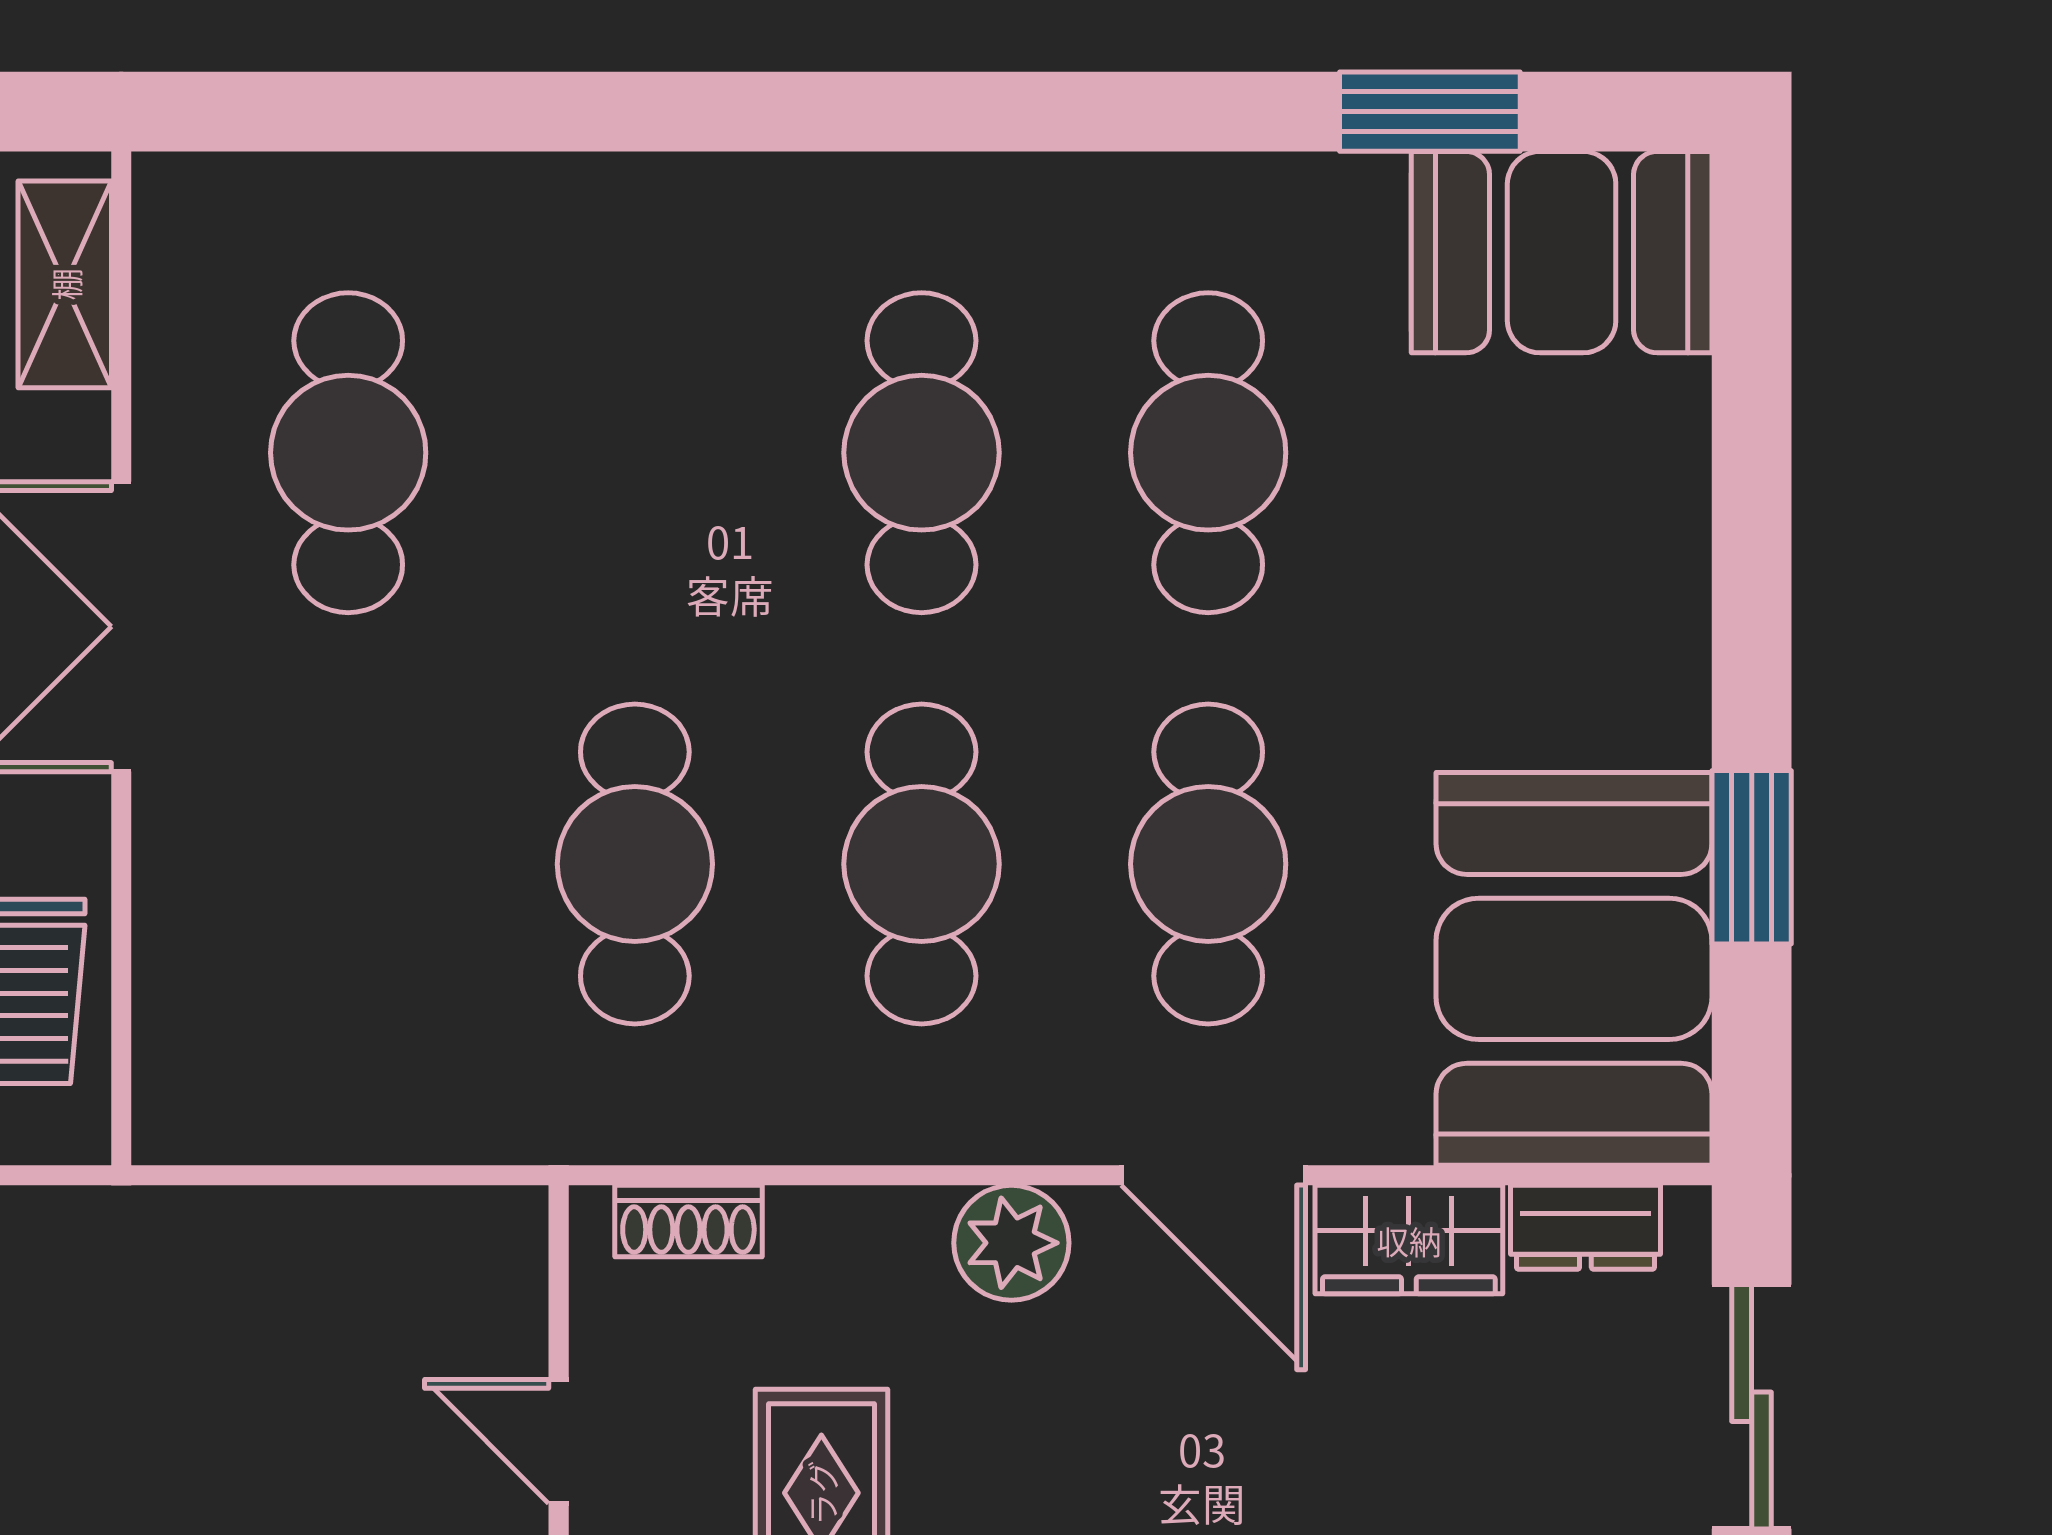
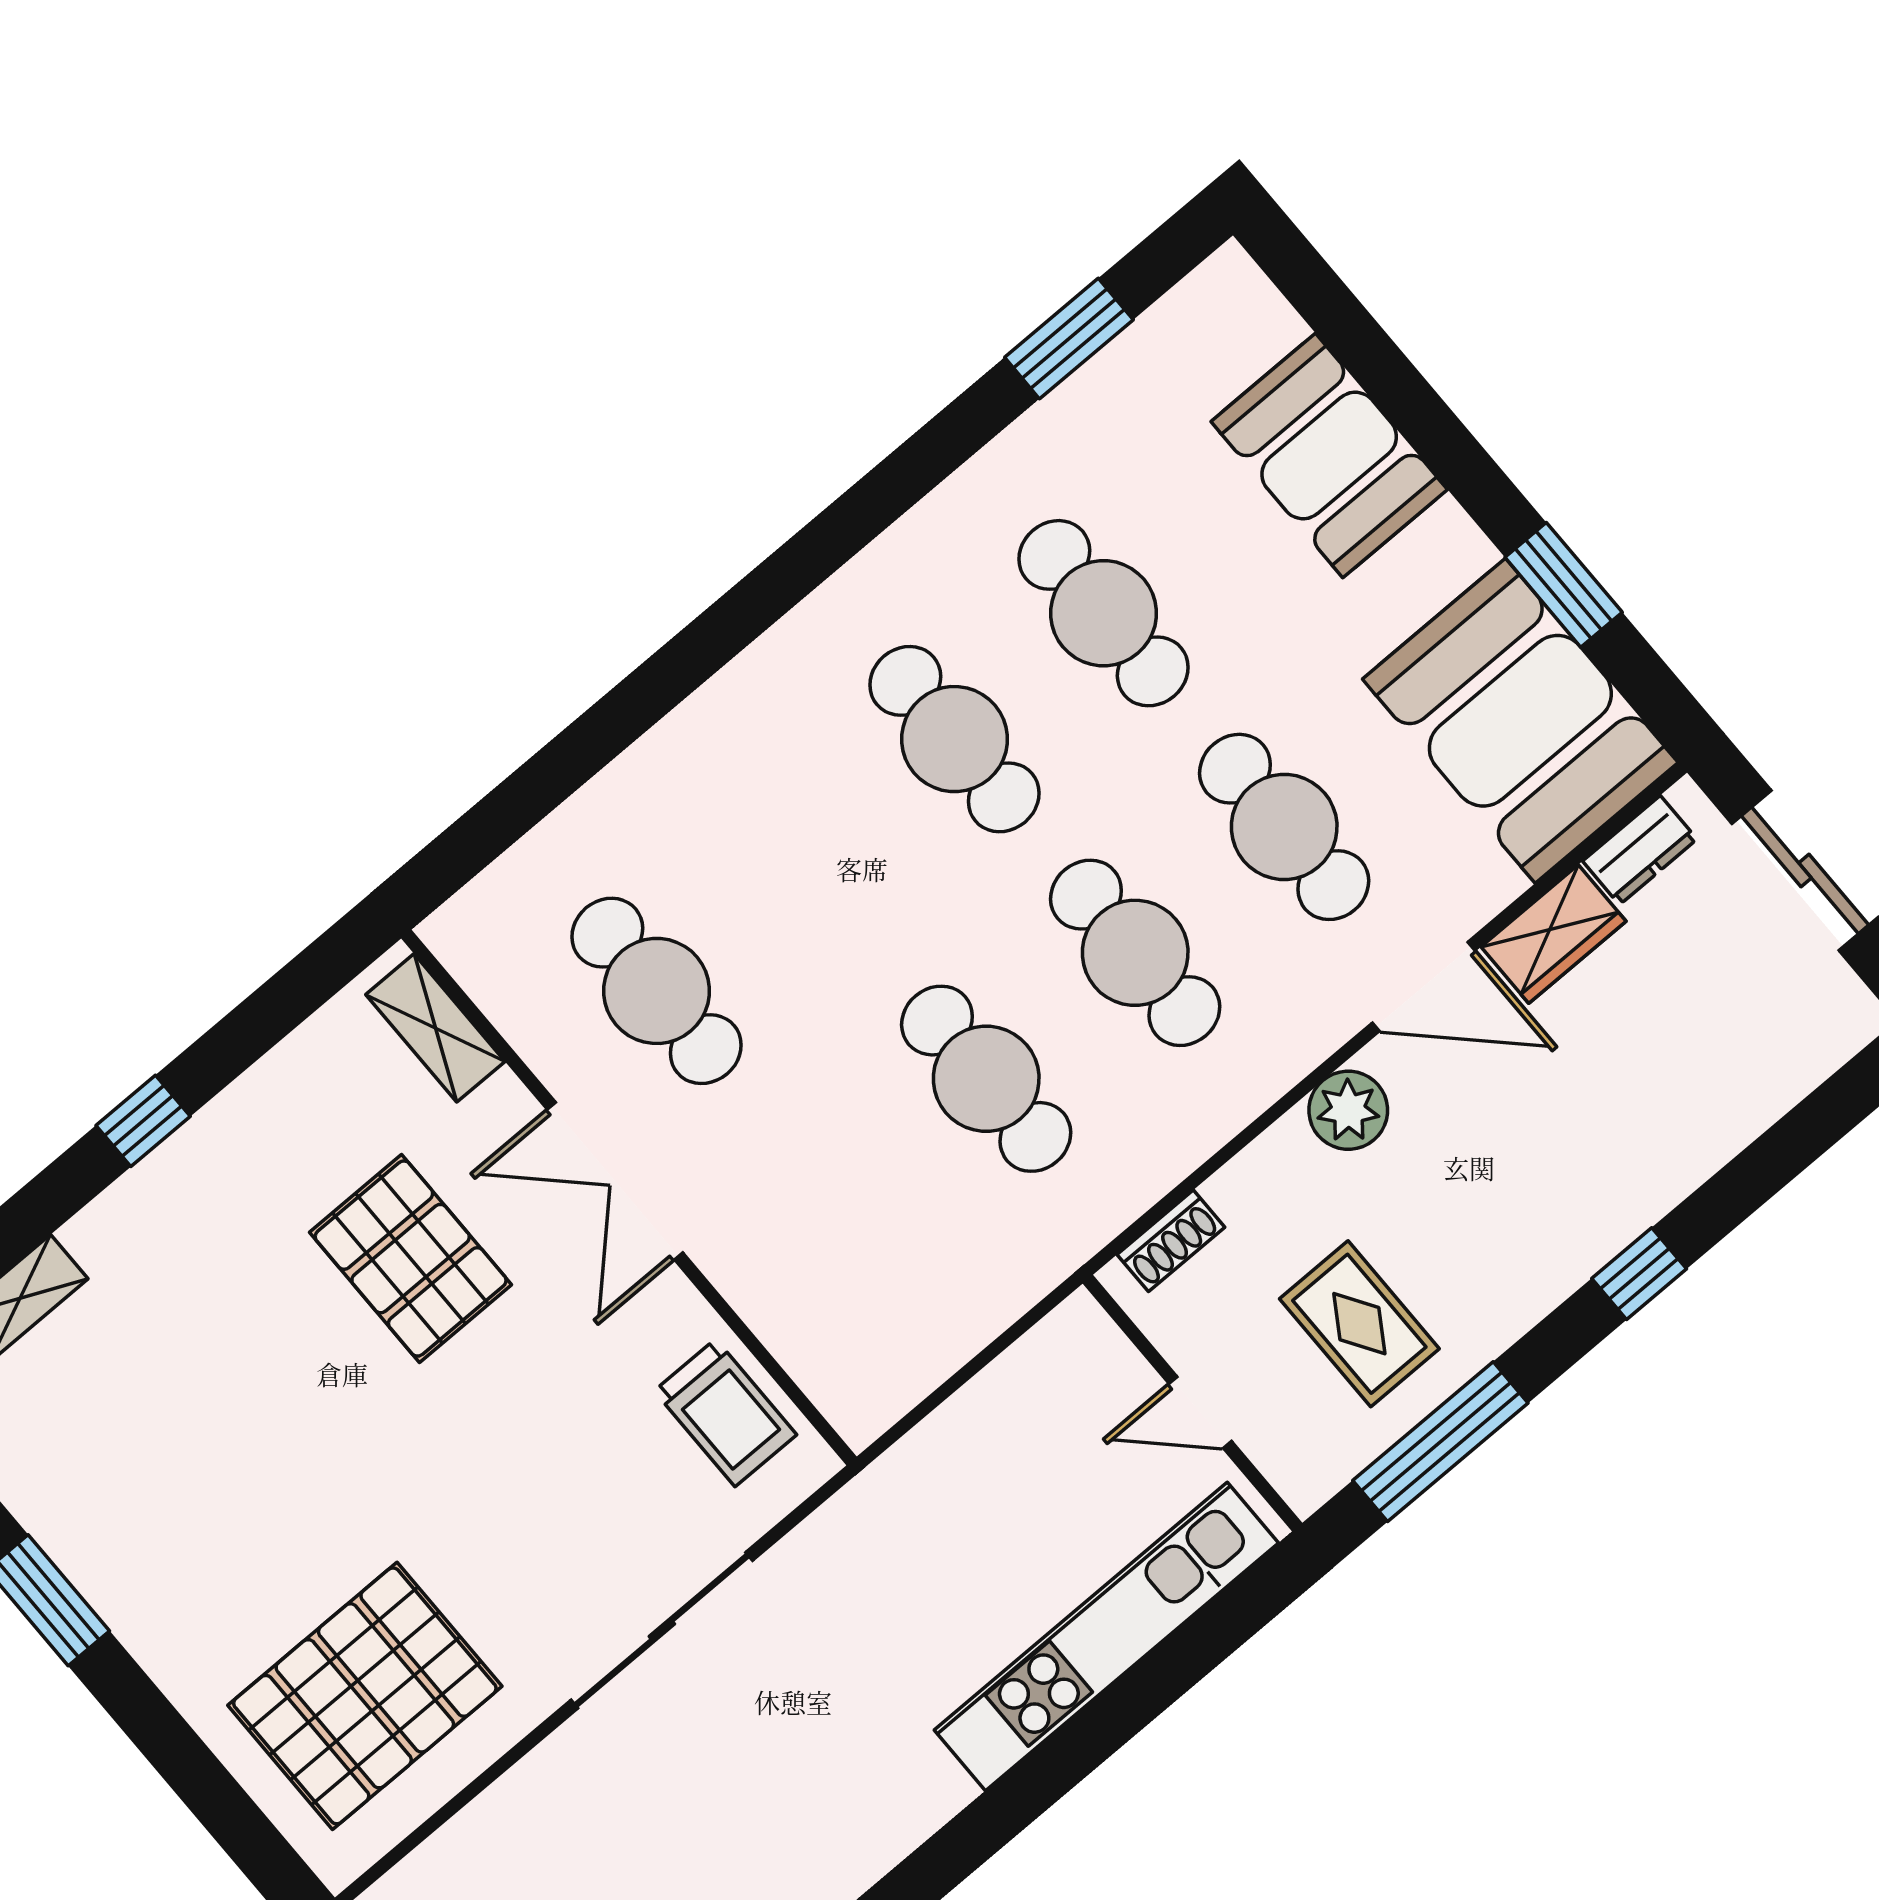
booth: (1562, 252) -> (1329, 456), moved, turned 90

